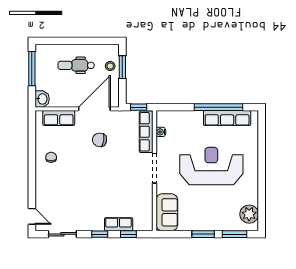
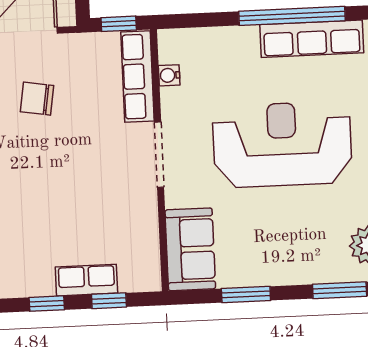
window: (203, 234) -> (246, 294), moved

